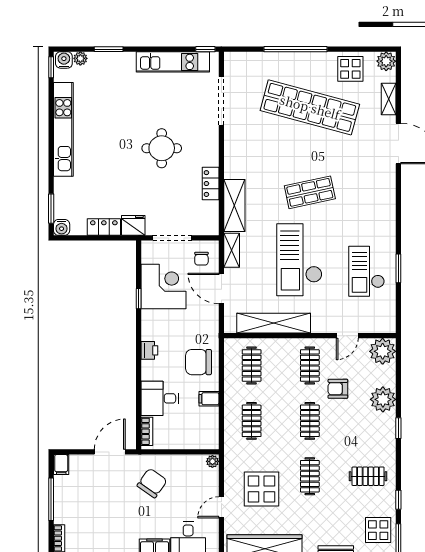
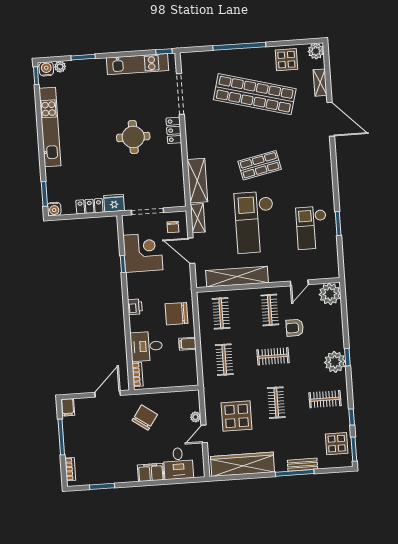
locker: (211, 184) -> (174, 130), moved
plant: (383, 399) -> (335, 362), moved
clothes rail: (310, 421) -> (273, 356), turned 90
plant: (212, 461) -> (196, 417), moved

